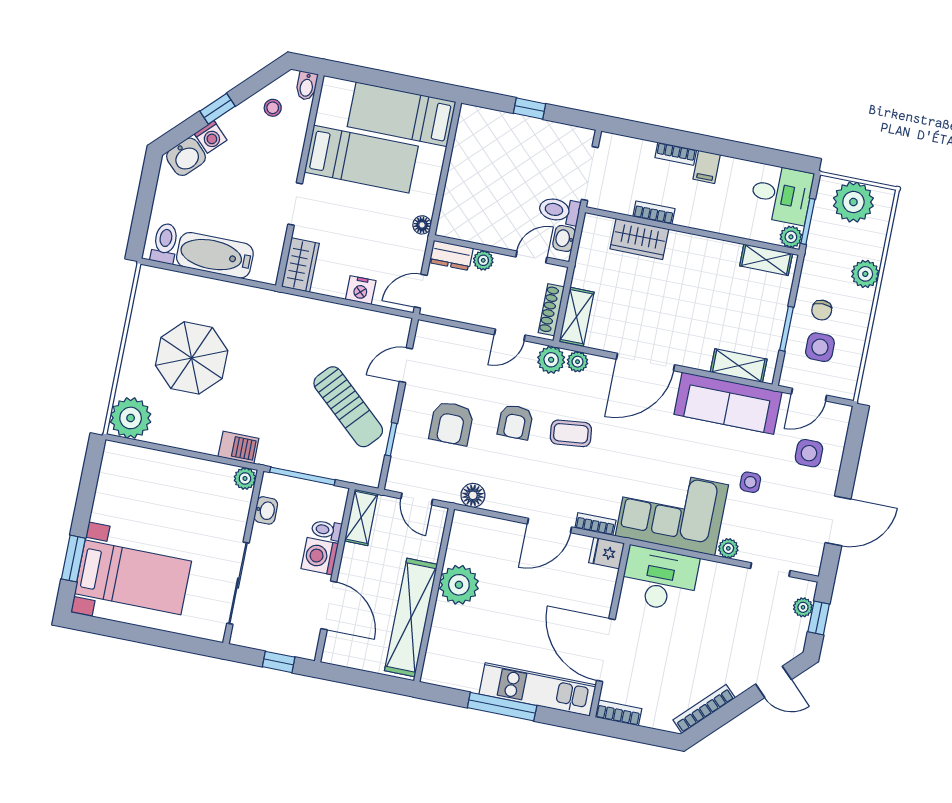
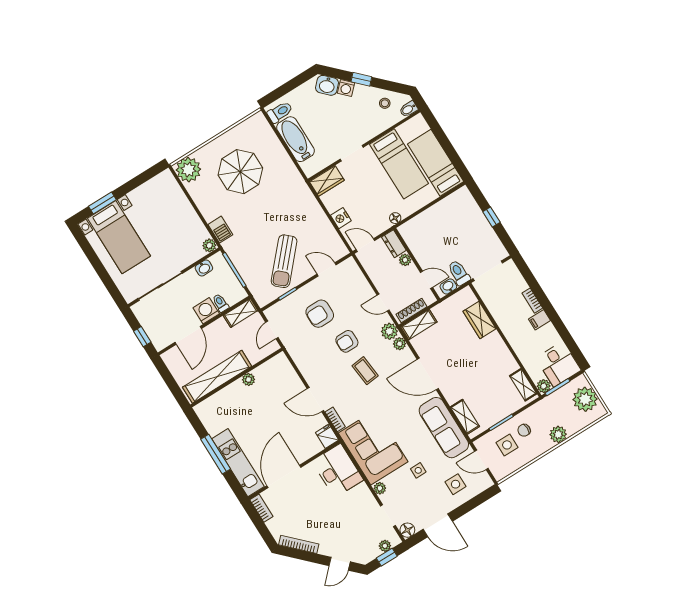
bookcase: (654, 213) -> (497, 315), removed
floor lamp: (473, 495) -> (407, 530), moved
plant: (459, 585) -> (249, 380), width x0.53, depth x0.53
door: (774, 682) -> (340, 564), hinge flipped

